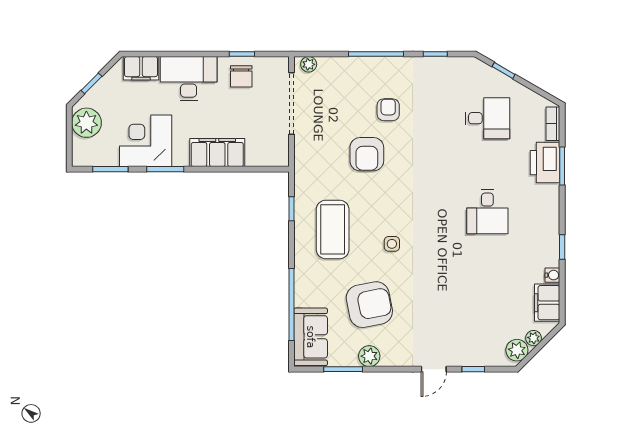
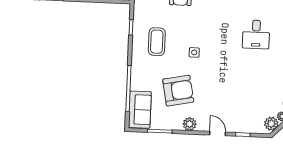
coffee table: (333, 229) -> (157, 42), width x0.73, depth x0.76
plant: (369, 356) -> (190, 124), moved
door: (434, 369) -> (218, 134), swing flipped

